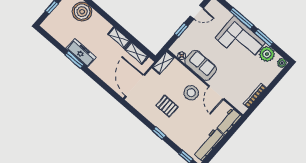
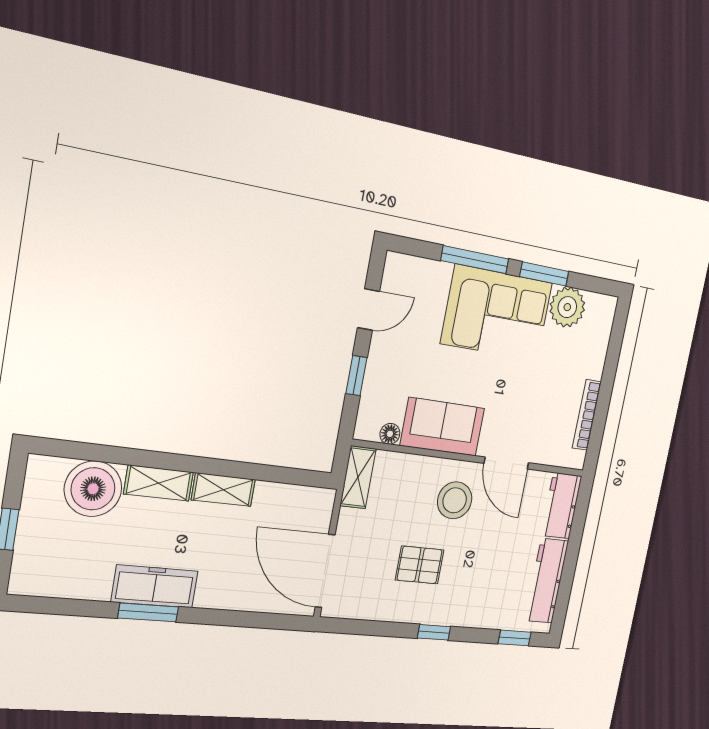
shelving: (136, 53) -> (159, 483), moved
plant: (282, 63) -> (607, 306), removed

